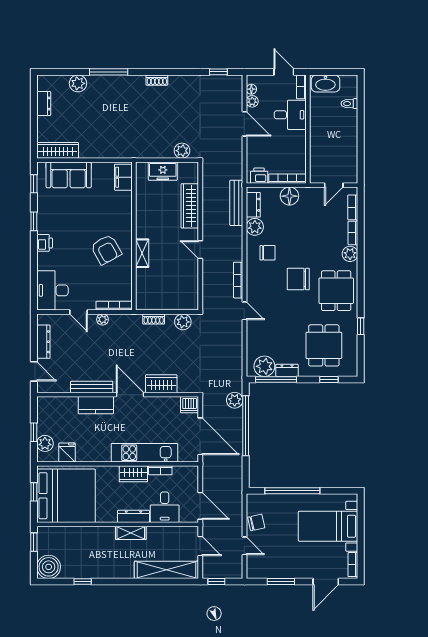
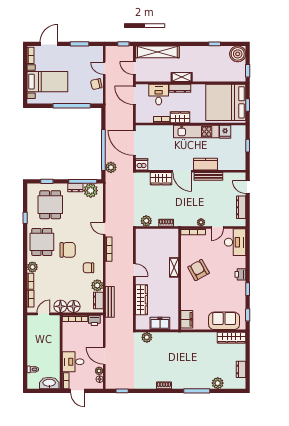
floor lamp: (309, 196) -> (60, 306), added
door: (79, 312) -> (217, 227), swing flipped
plant: (45, 443) -> (240, 138), removed
kitchen unit: (144, 453) -> (196, 132), moved

